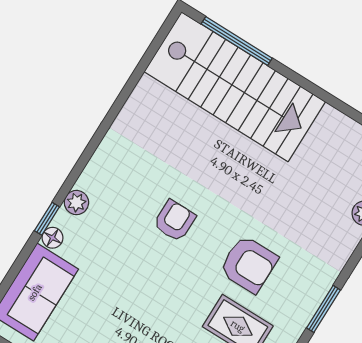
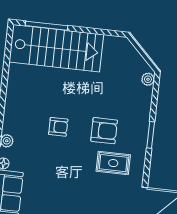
armchair: (175, 221) -> (58, 127), turned 90

